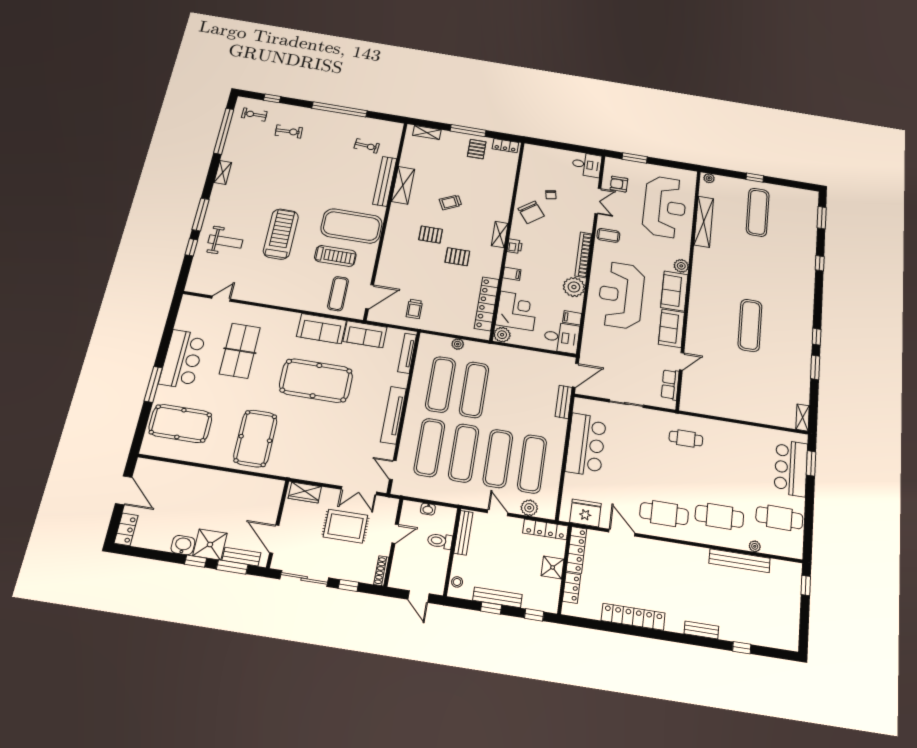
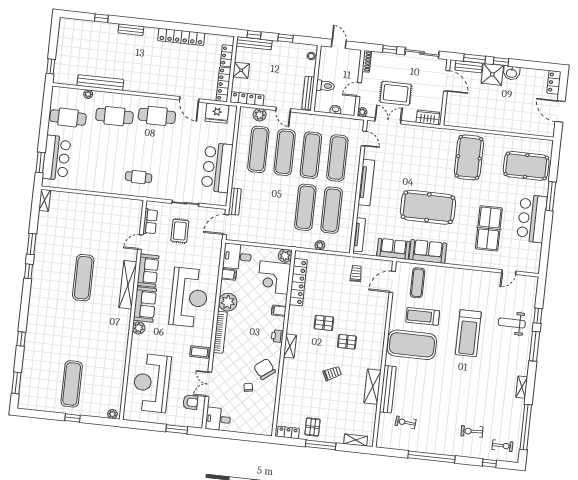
shelving: (704, 222) -> (128, 285), moved
rug: (633, 371) -> (180, 231), added
plant: (392, 504) -> (362, 112), added
bench: (497, 597) -> (254, 43), moved

